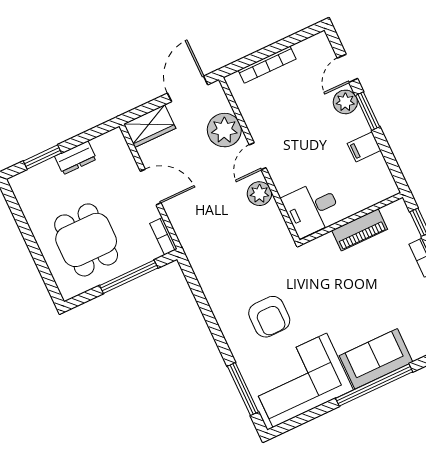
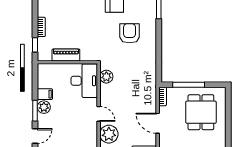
plant: (345, 102) -> (44, 107), moved
door: (258, 156) -> (99, 114), hinge flipped
plant: (259, 194) -> (106, 77), moved
desk: (312, 208) -> (84, 81), width x1.37

